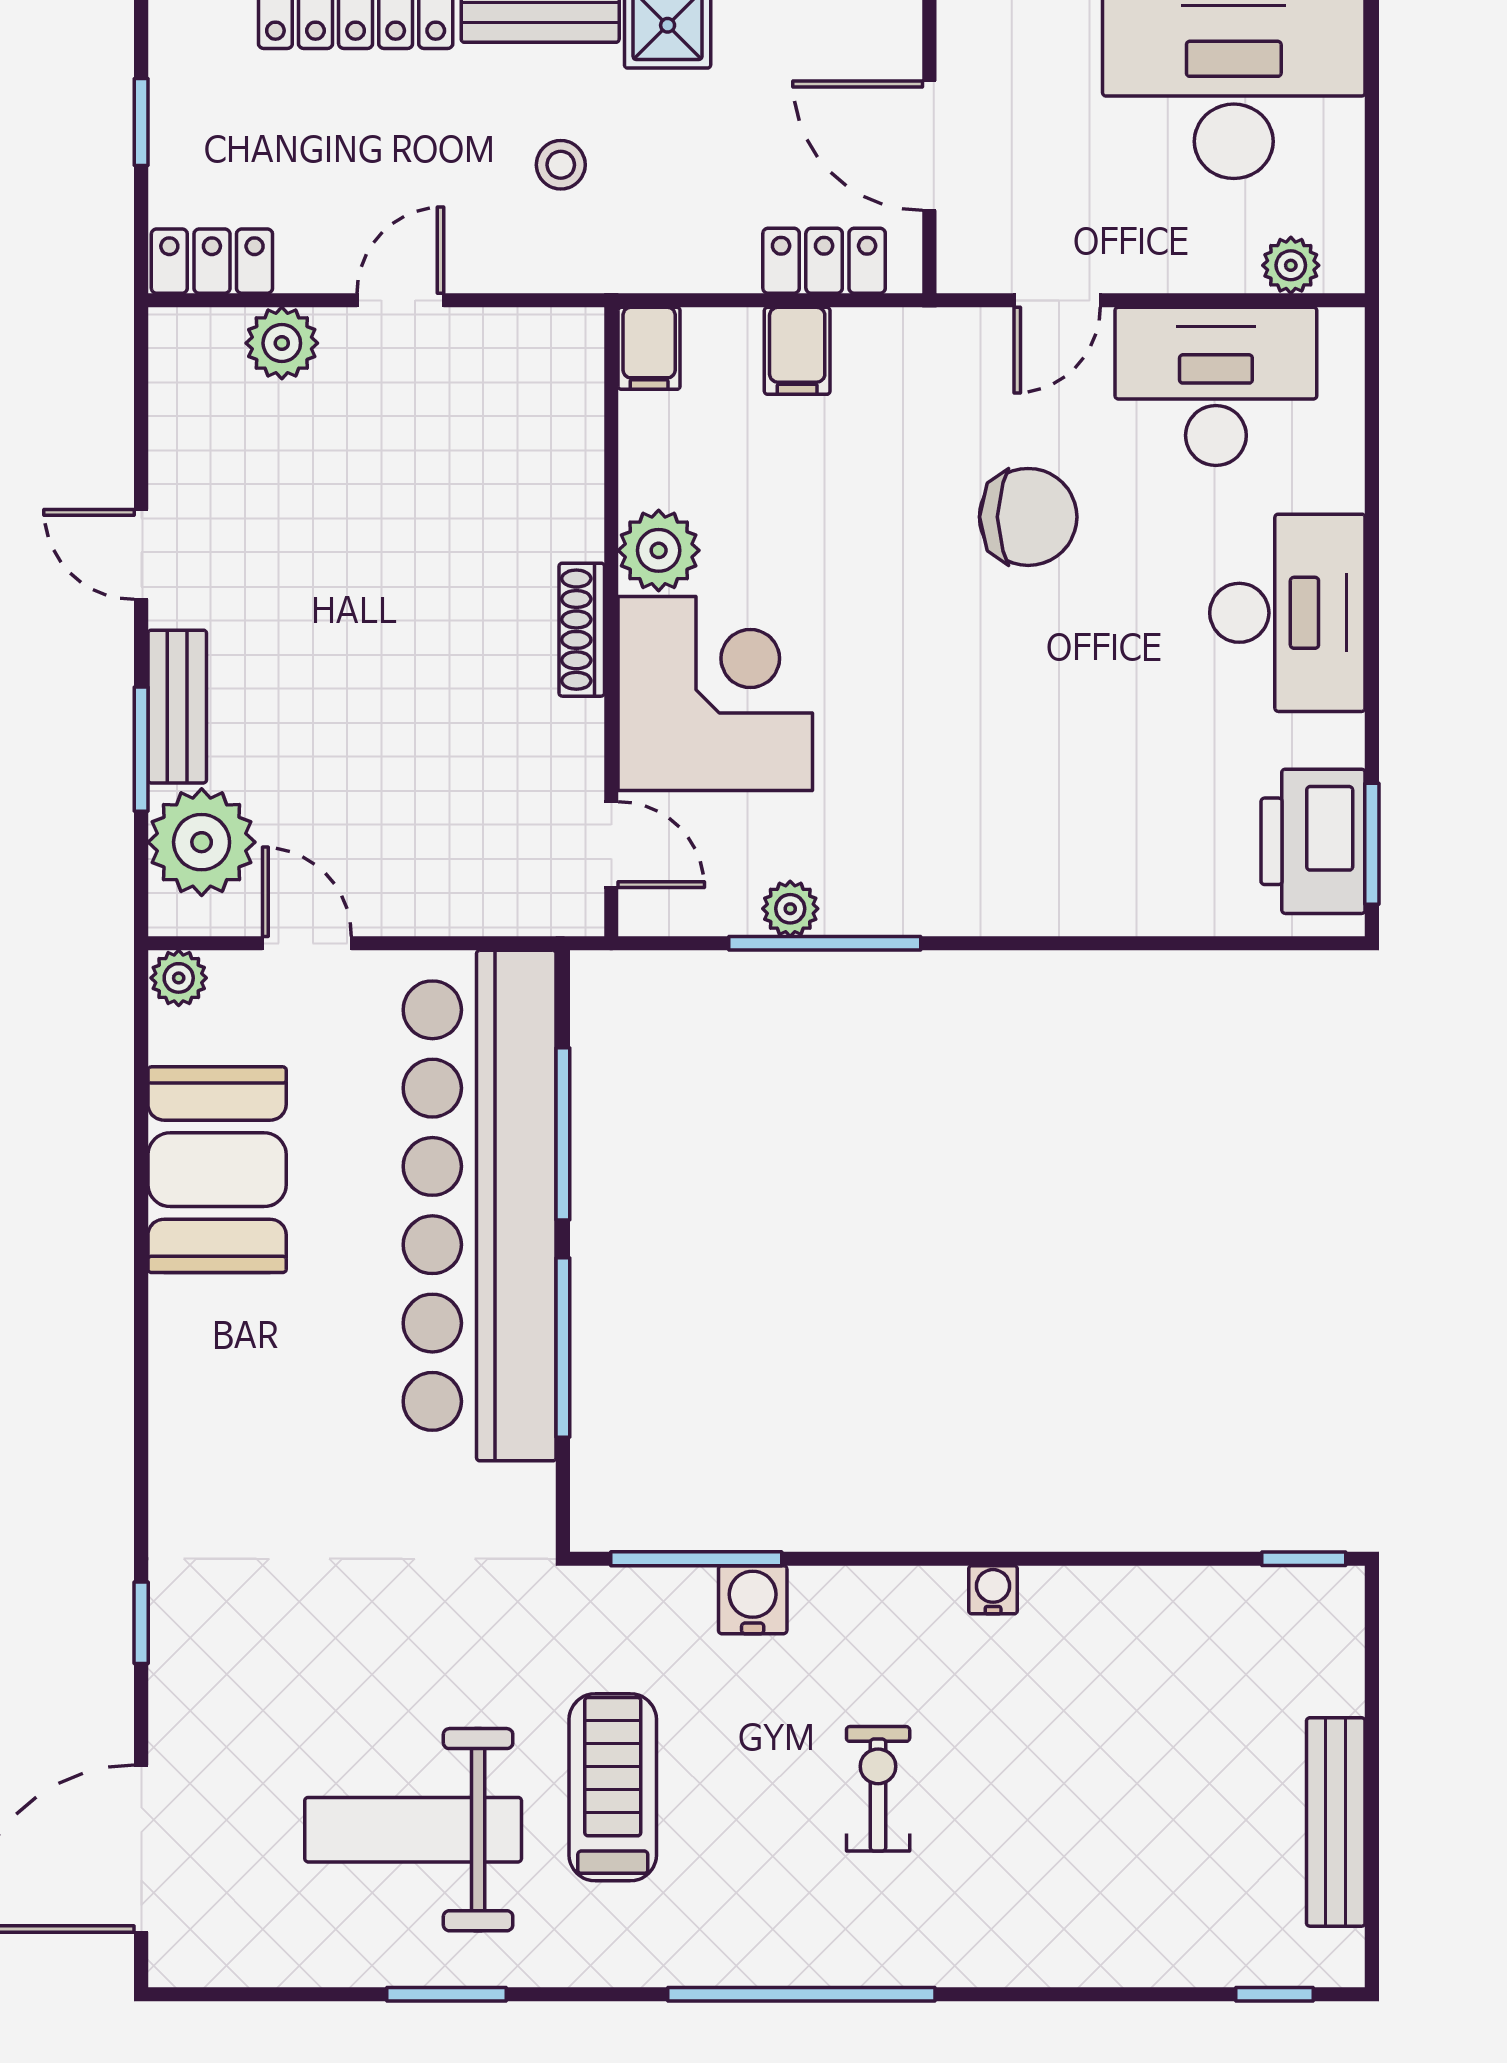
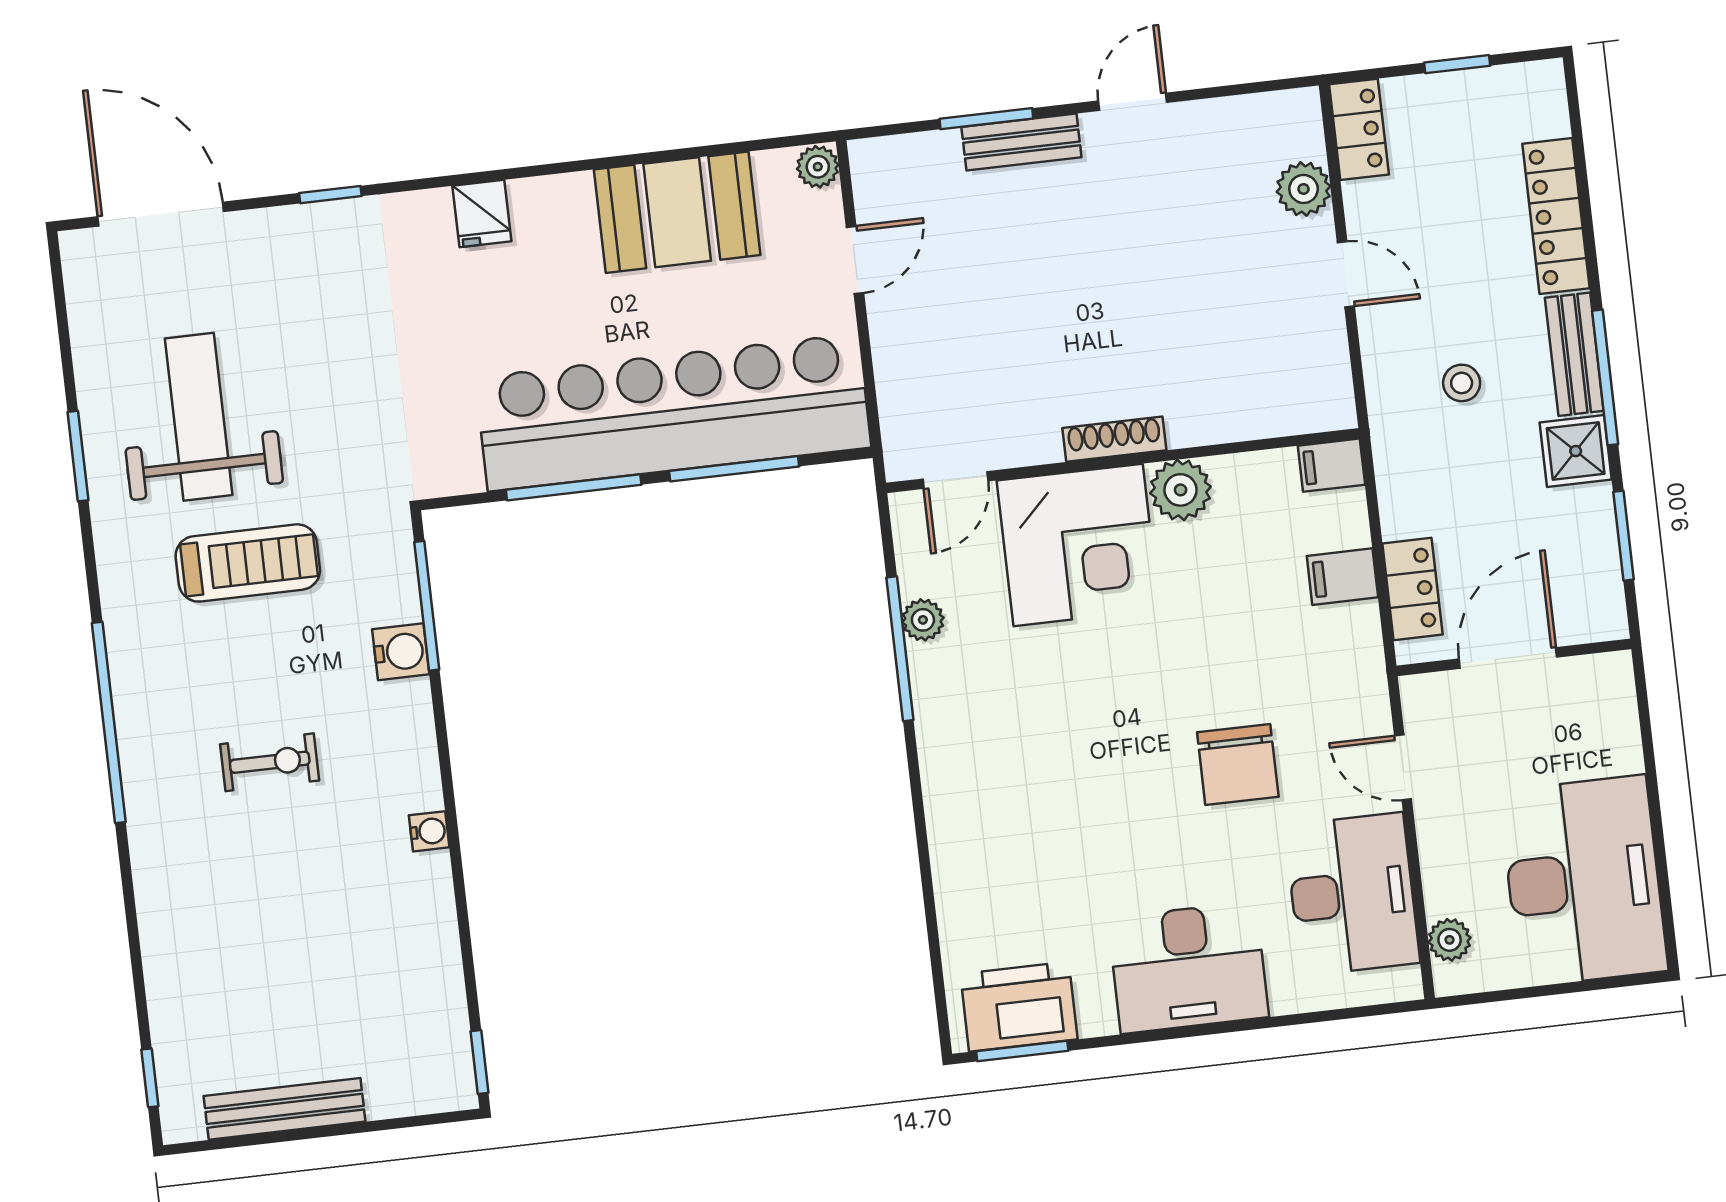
plant: (202, 842) -> (922, 172), removed
fridge: (189, 1426) -> (482, 213), added

